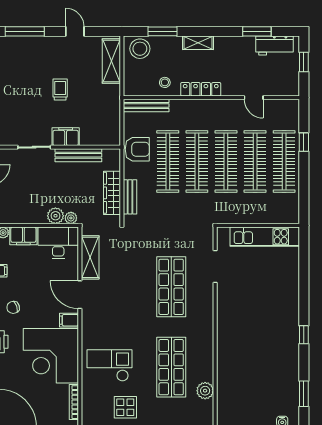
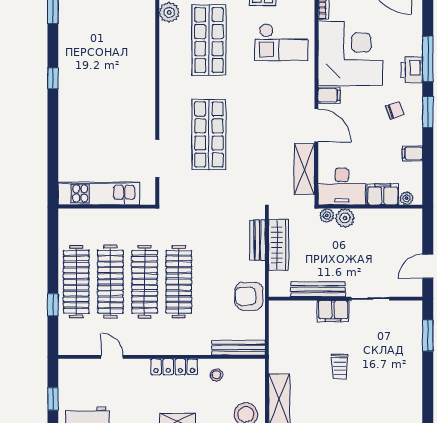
clothes rail: (168, 162) -> (213, 282), removed

